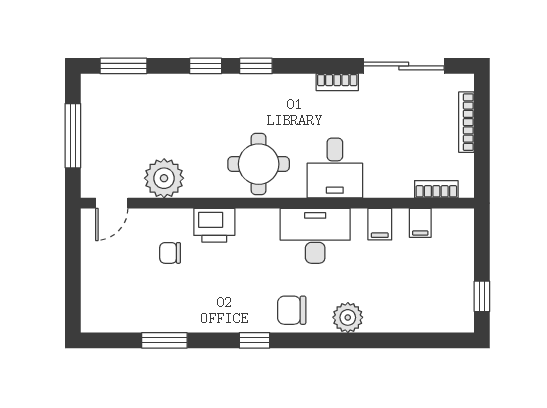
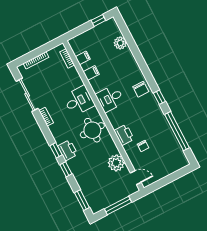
printer: (243, 90) -> (68, 150), added
desk: (315, 236) -> (110, 98), width x0.73
plant: (348, 317) -> (120, 43), moved
window: (164, 340) -> (177, 131), width x2.11

